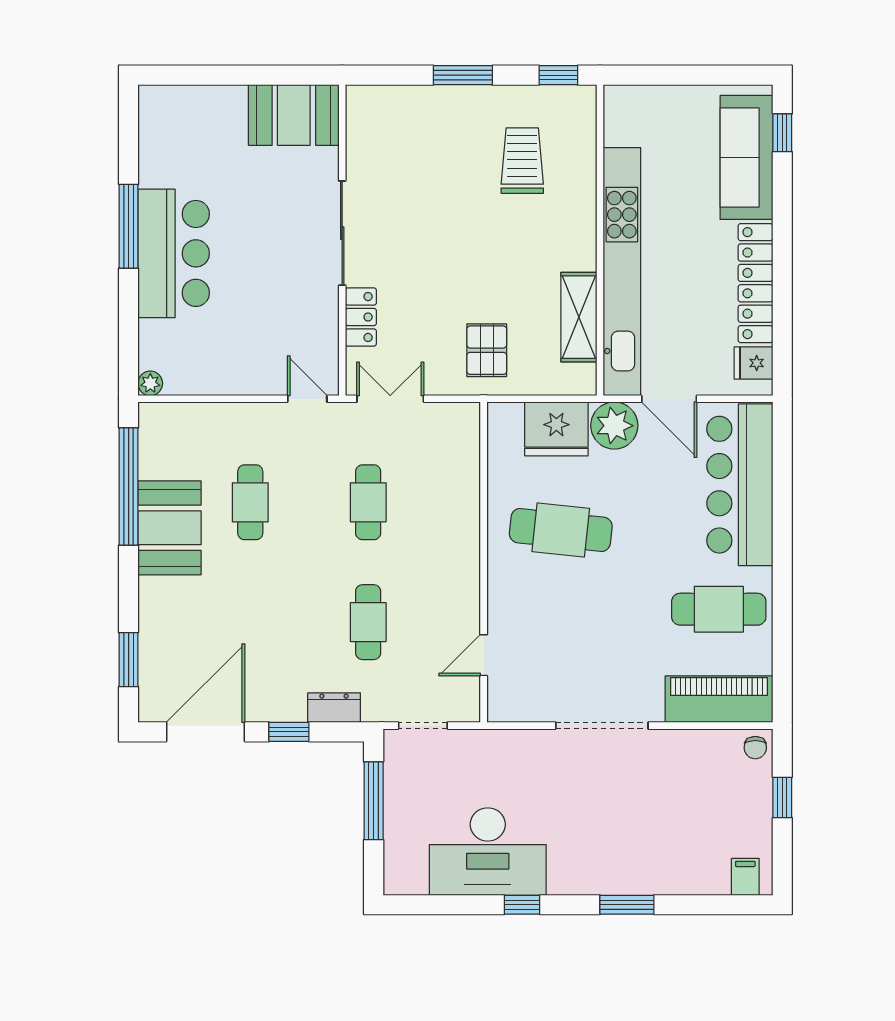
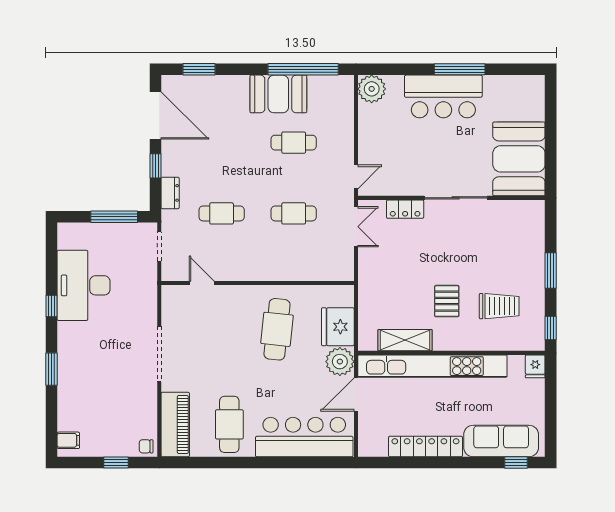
booth: (294, 115) -> (519, 159), width x1.36, depth x1.42
pallet: (487, 350) -> (447, 301), moved, turned 90
fridge: (753, 363) -> (535, 366), moved, turned 180
plant: (150, 383) -> (372, 89), width x1.88, depth x1.88

